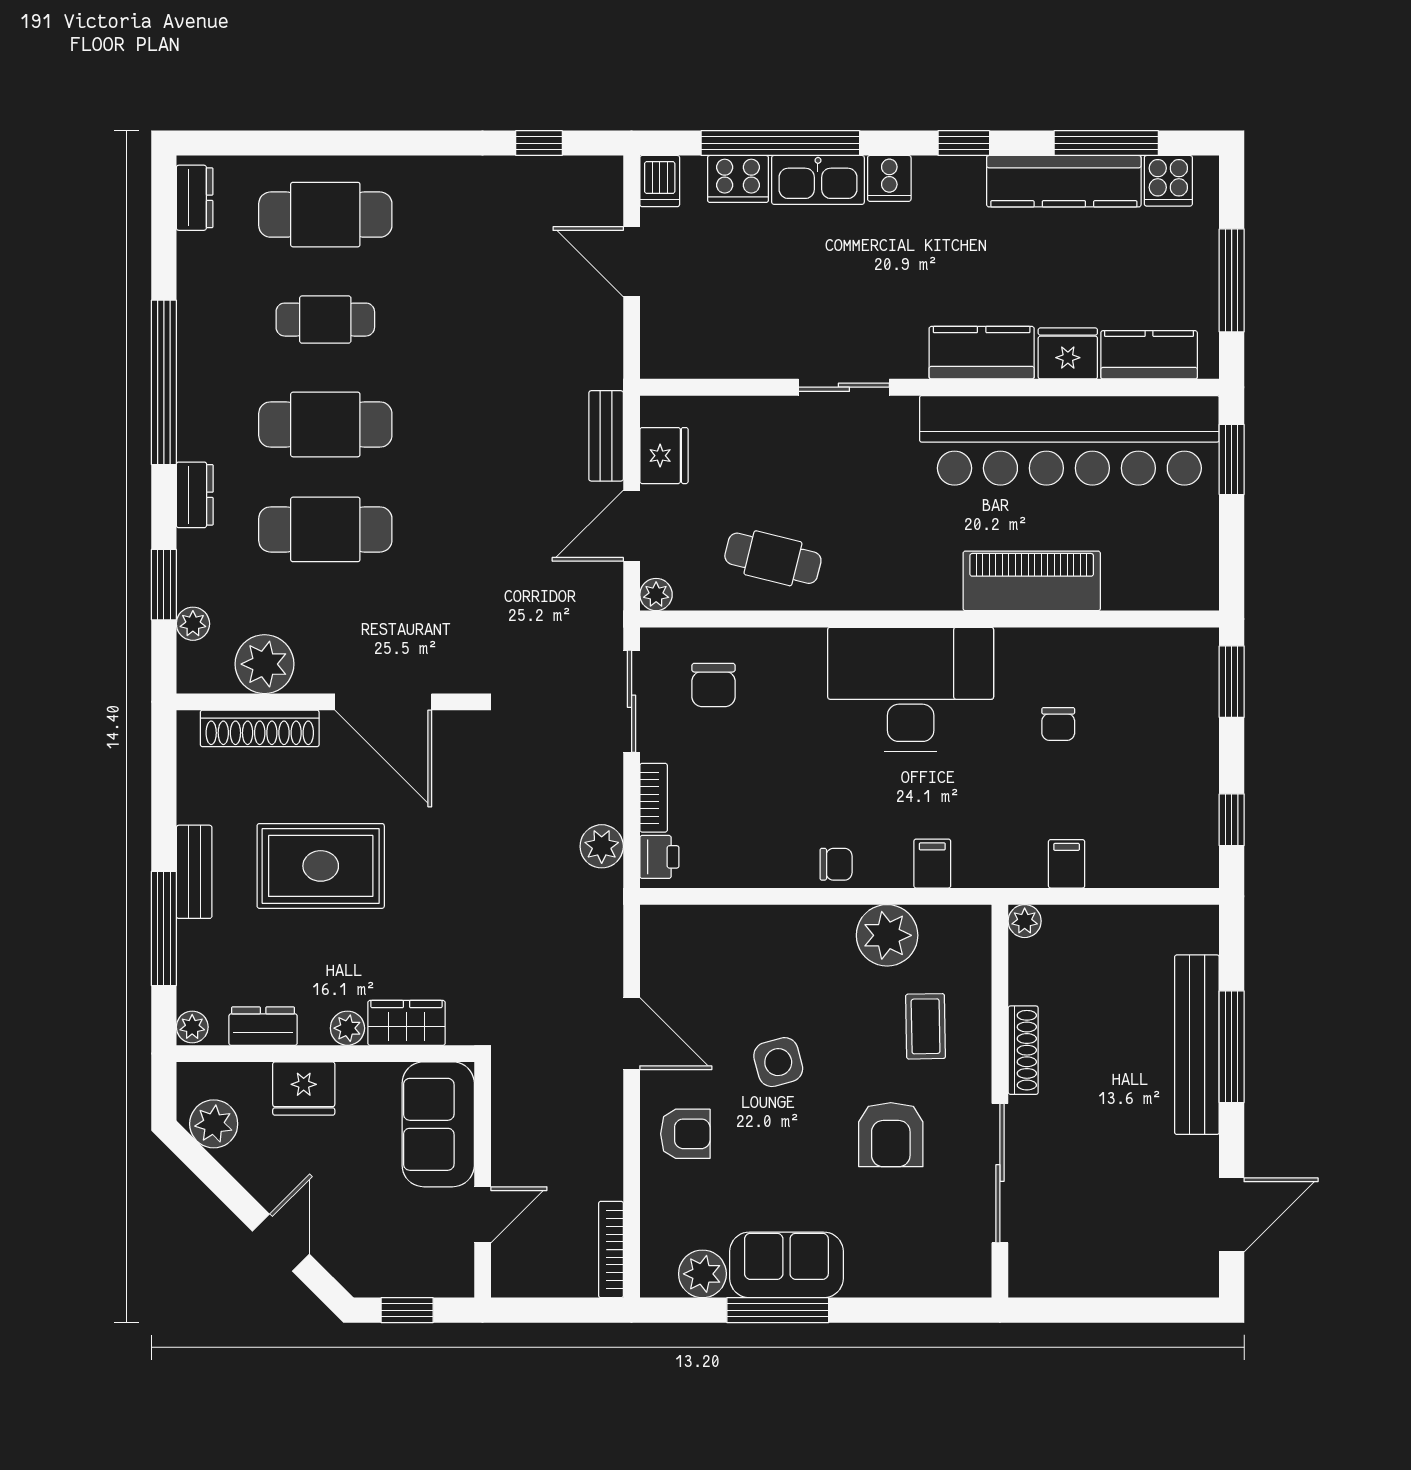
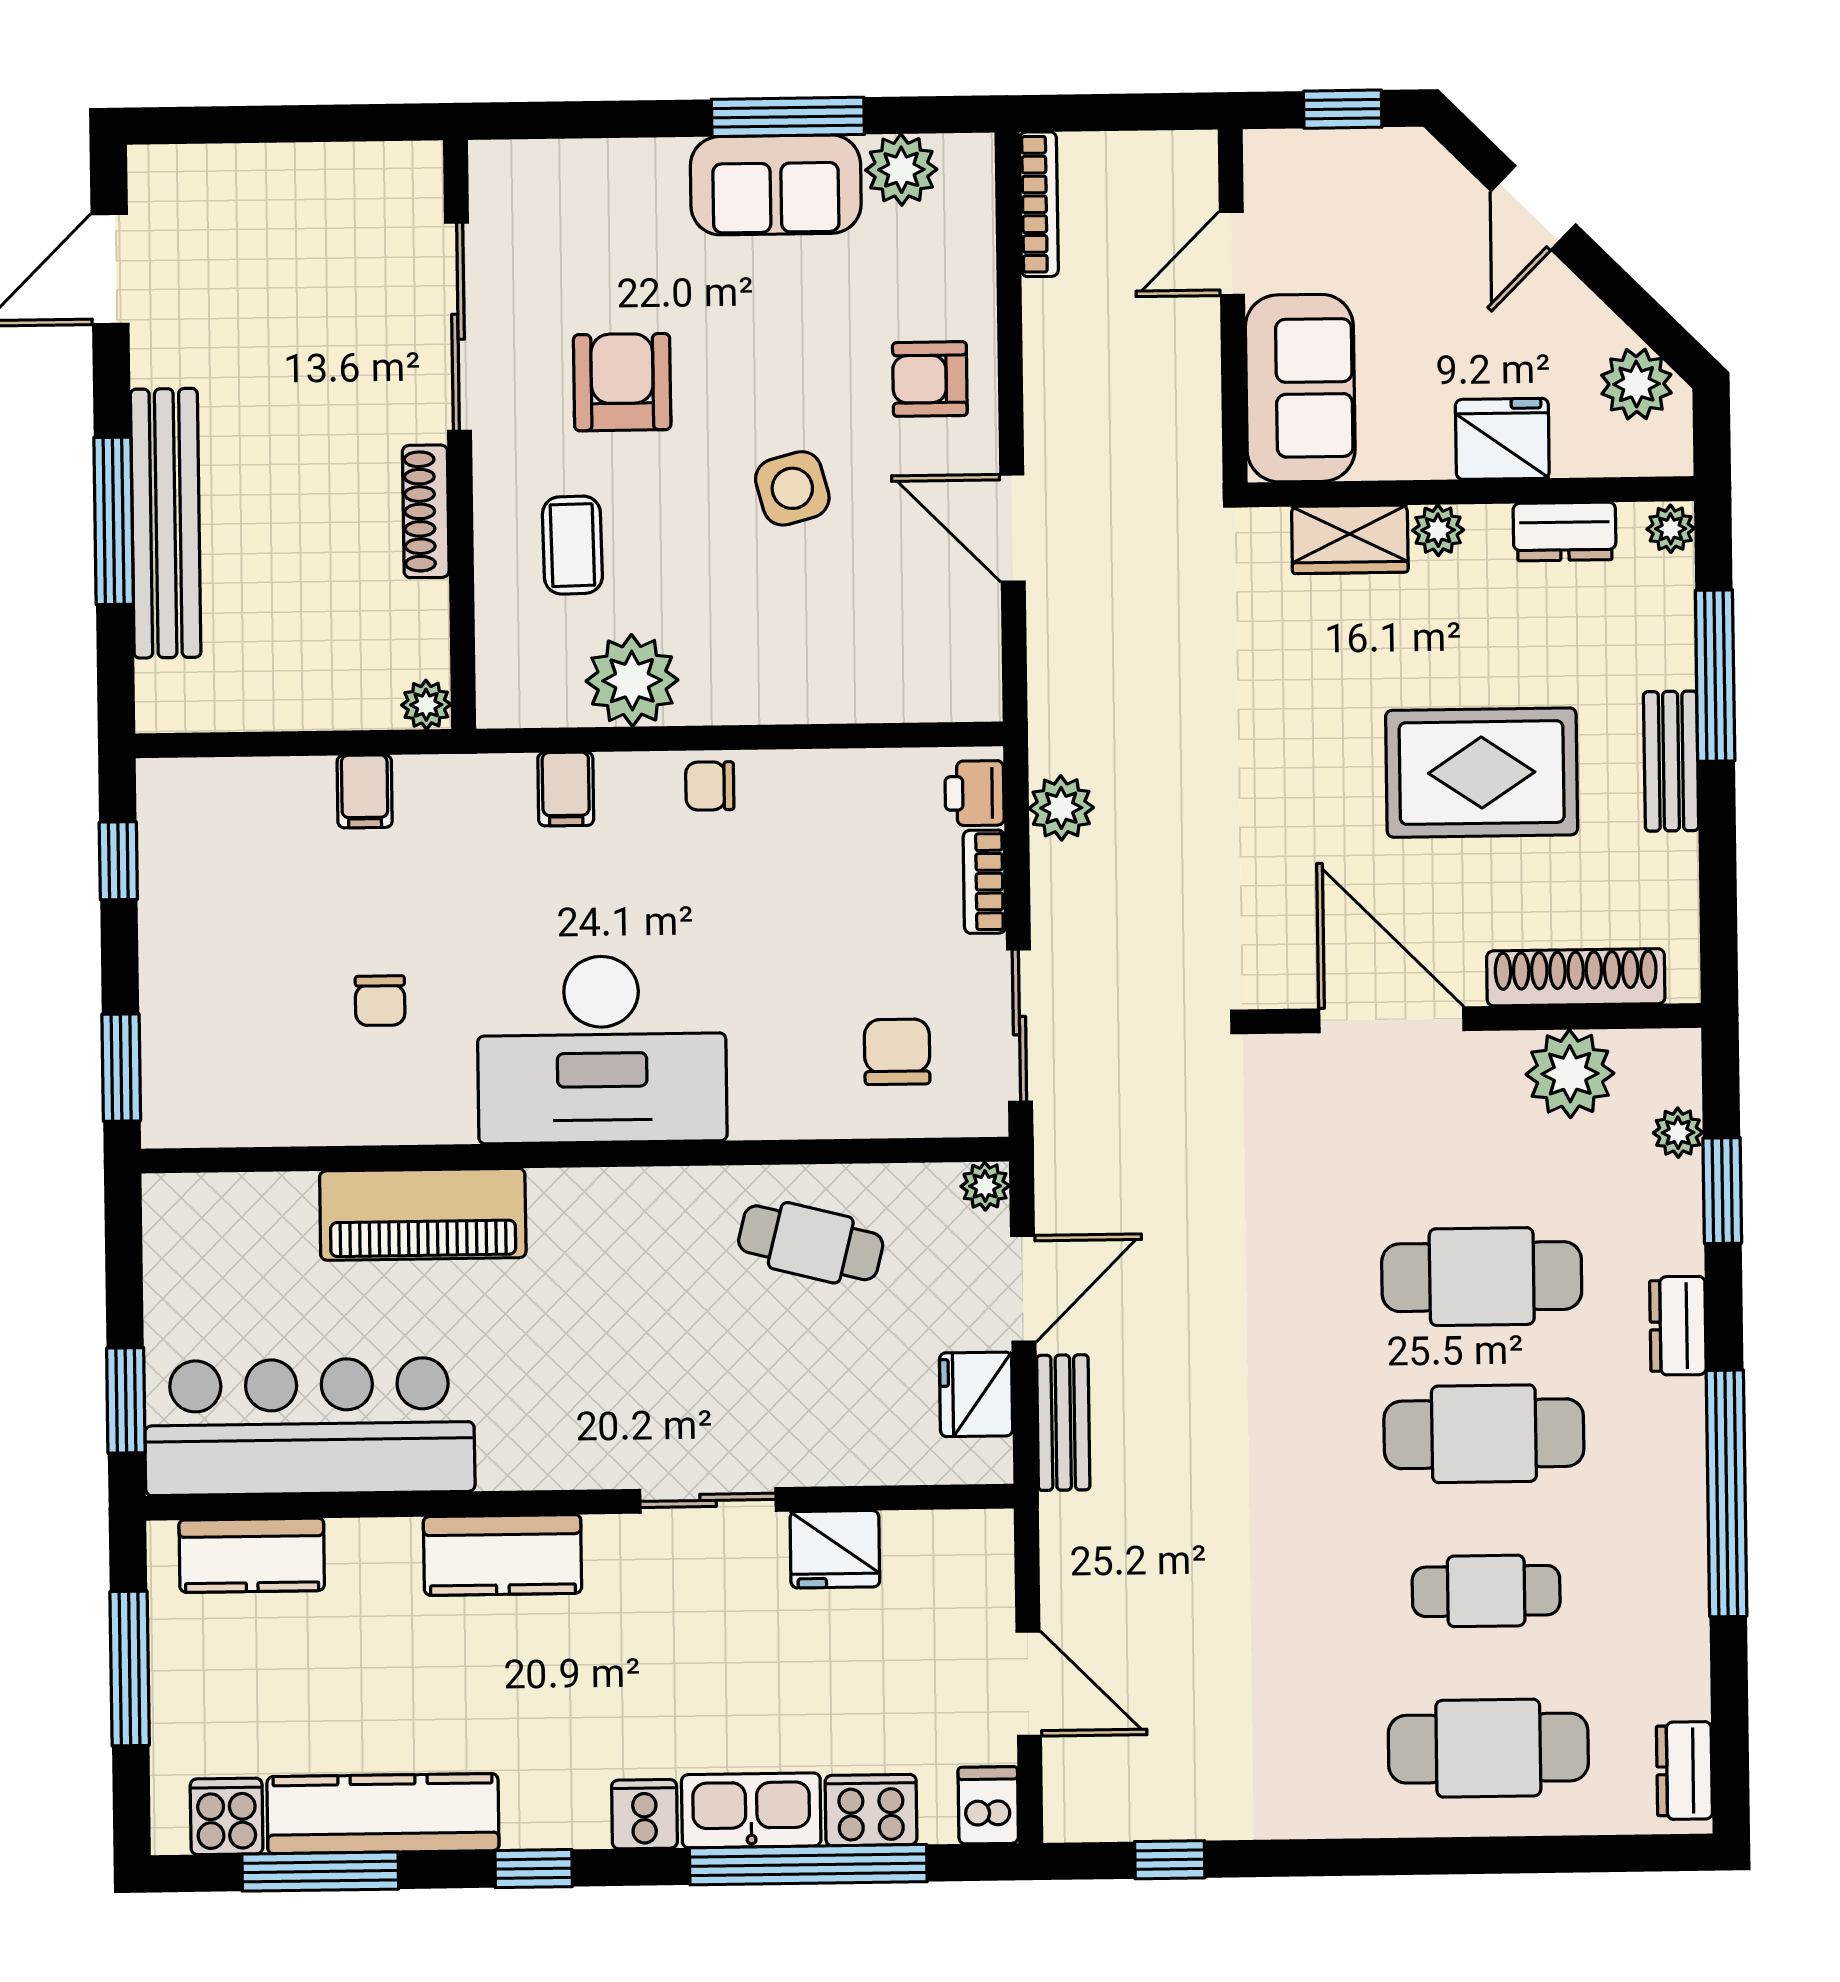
fridge: (1068, 353) -> (835, 1549), moved
bar counter: (1069, 440) -> (309, 1426), width x0.73
chair: (1058, 724) -> (380, 1001), turned 180

